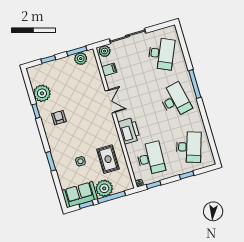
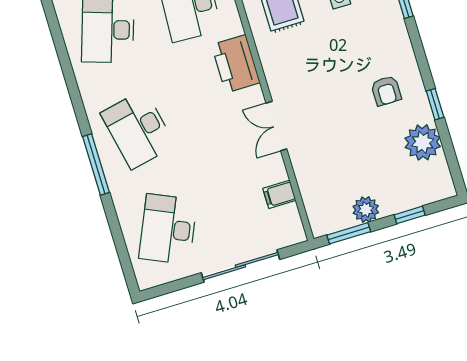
plant: (105, 51) -> (289, 234), removed
plant: (81, 59) -> (366, 209), moved

